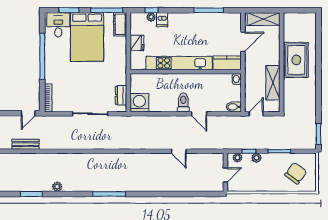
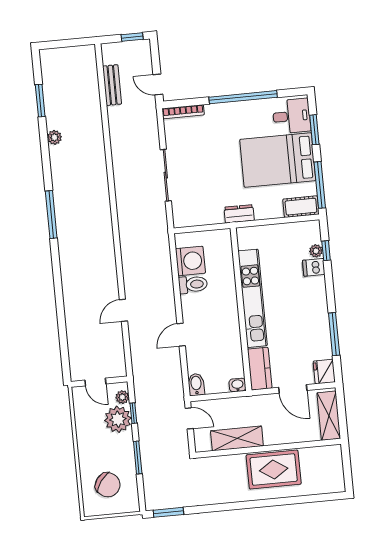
fridge: (137, 43) -> (324, 372), moved, turned 90
dresser: (121, 95) -> (239, 214), moved
toilet: (183, 102) -> (193, 284), moved
washing machine: (139, 103) -> (190, 261), moved
plant: (256, 158) -> (118, 419), width x1.88, depth x1.88

